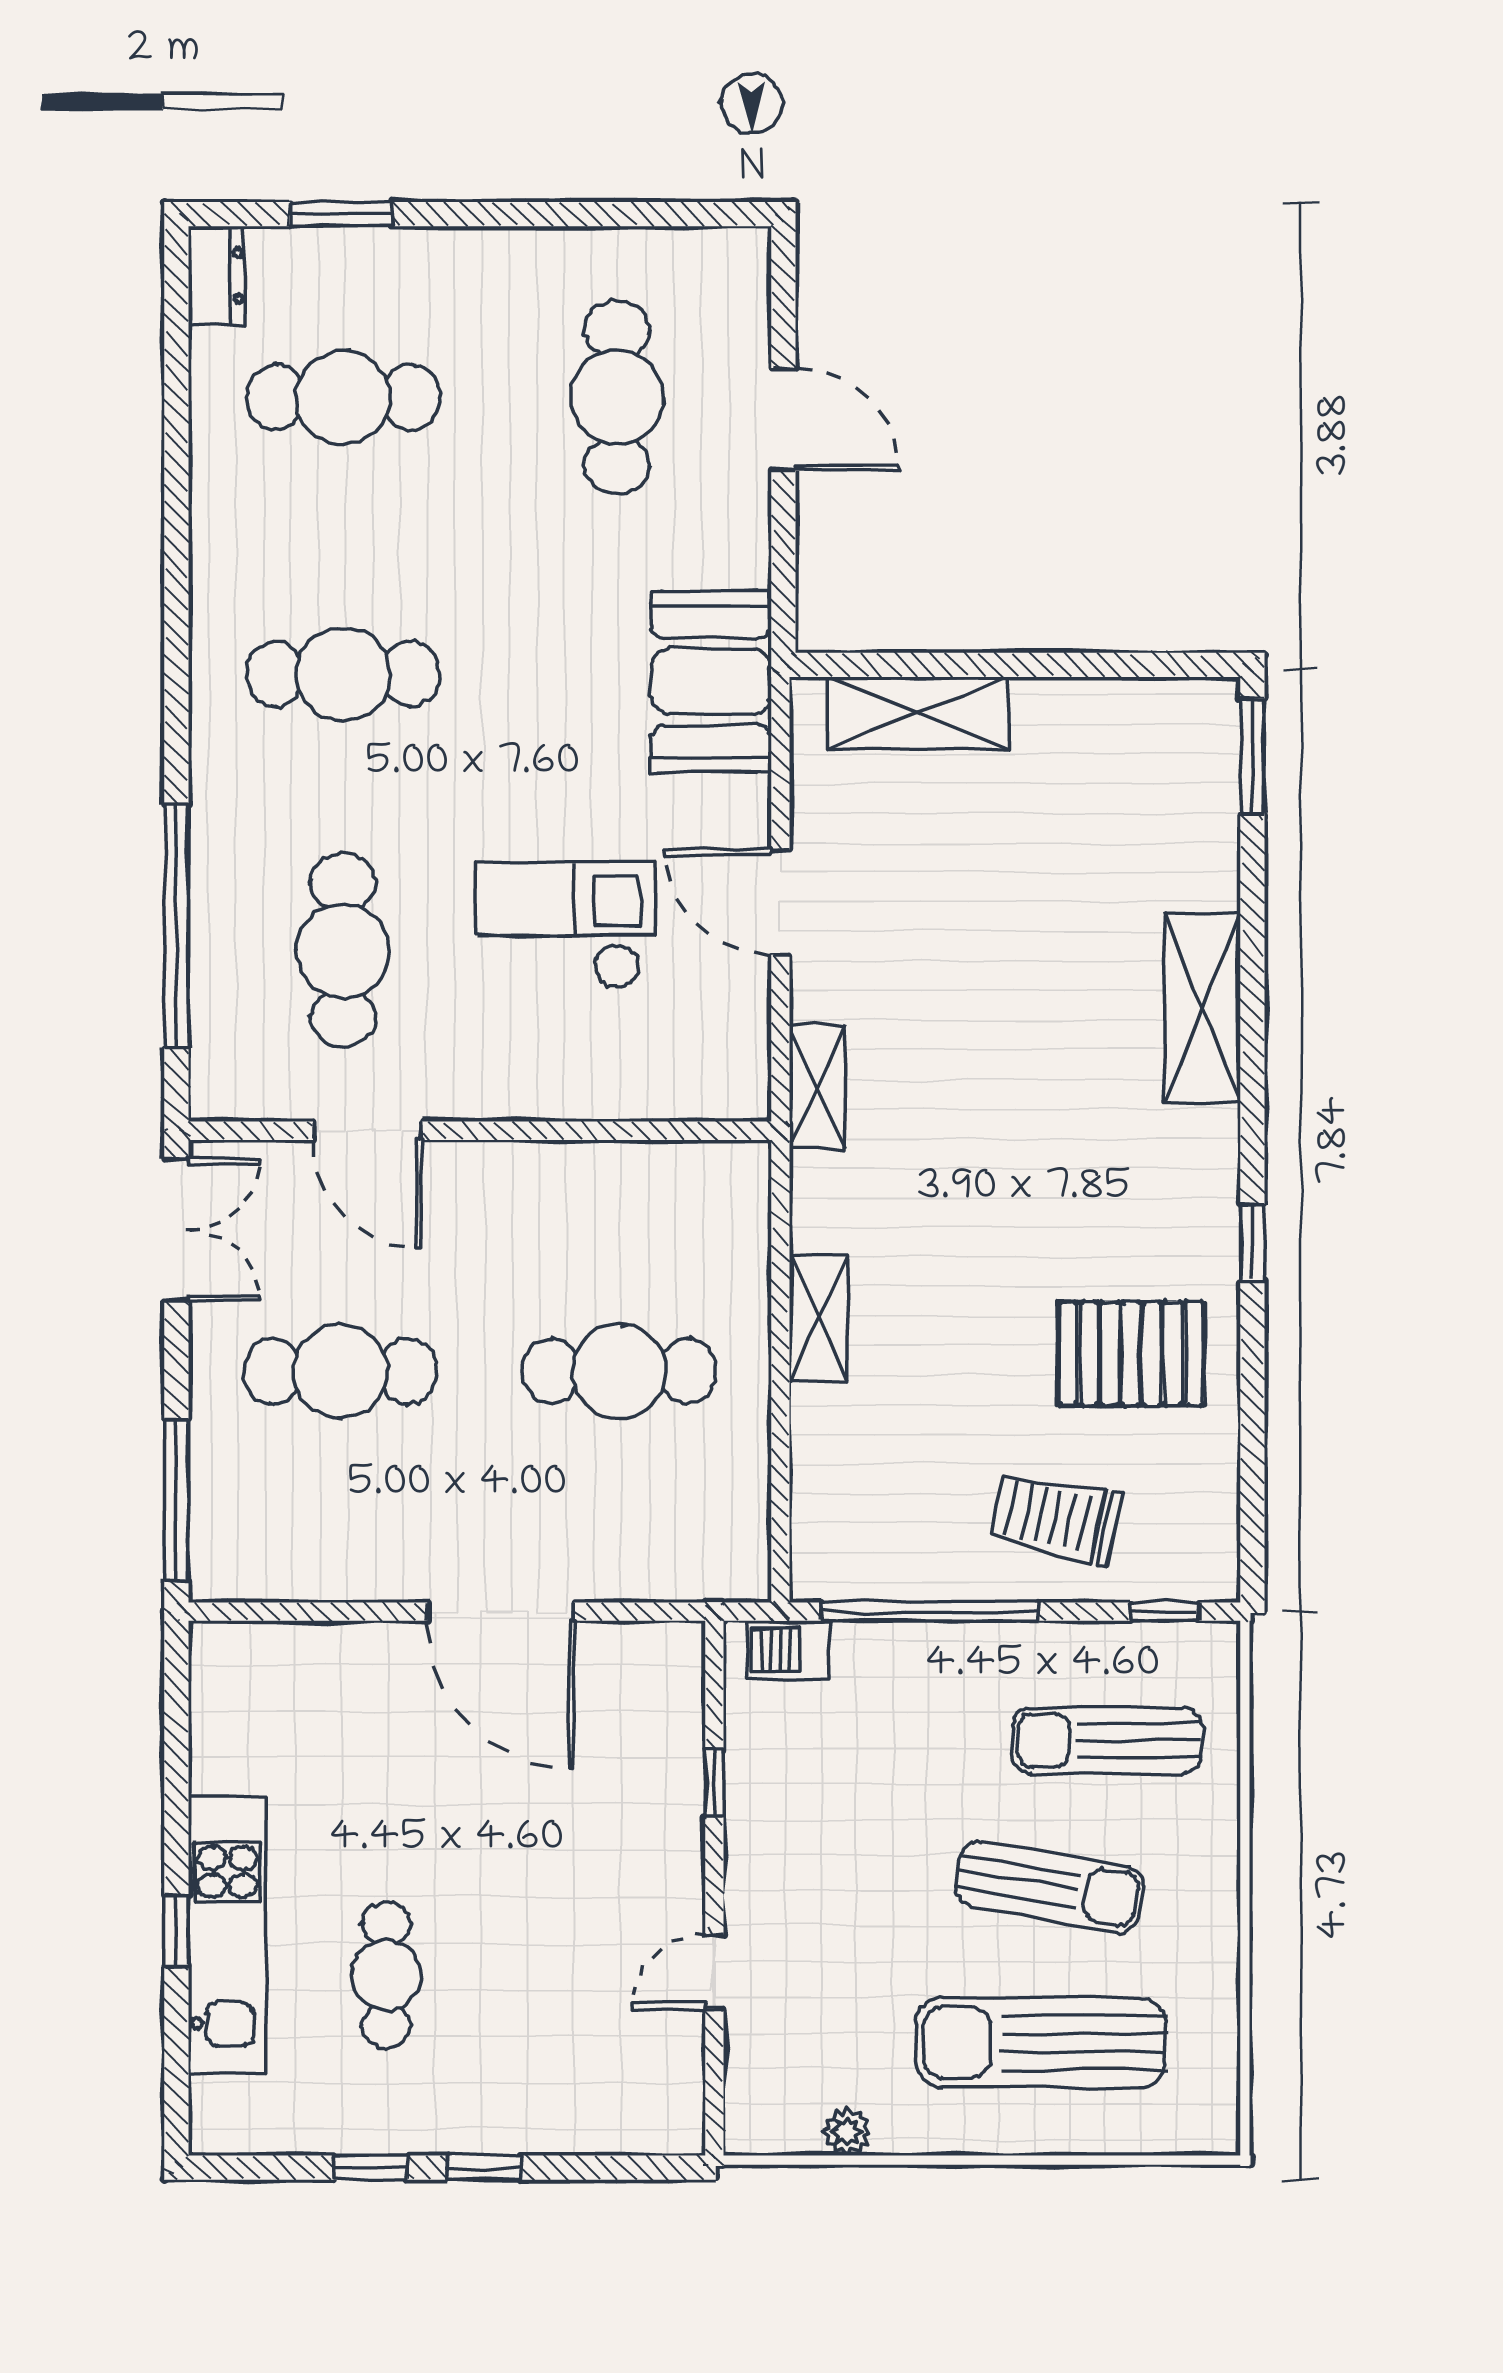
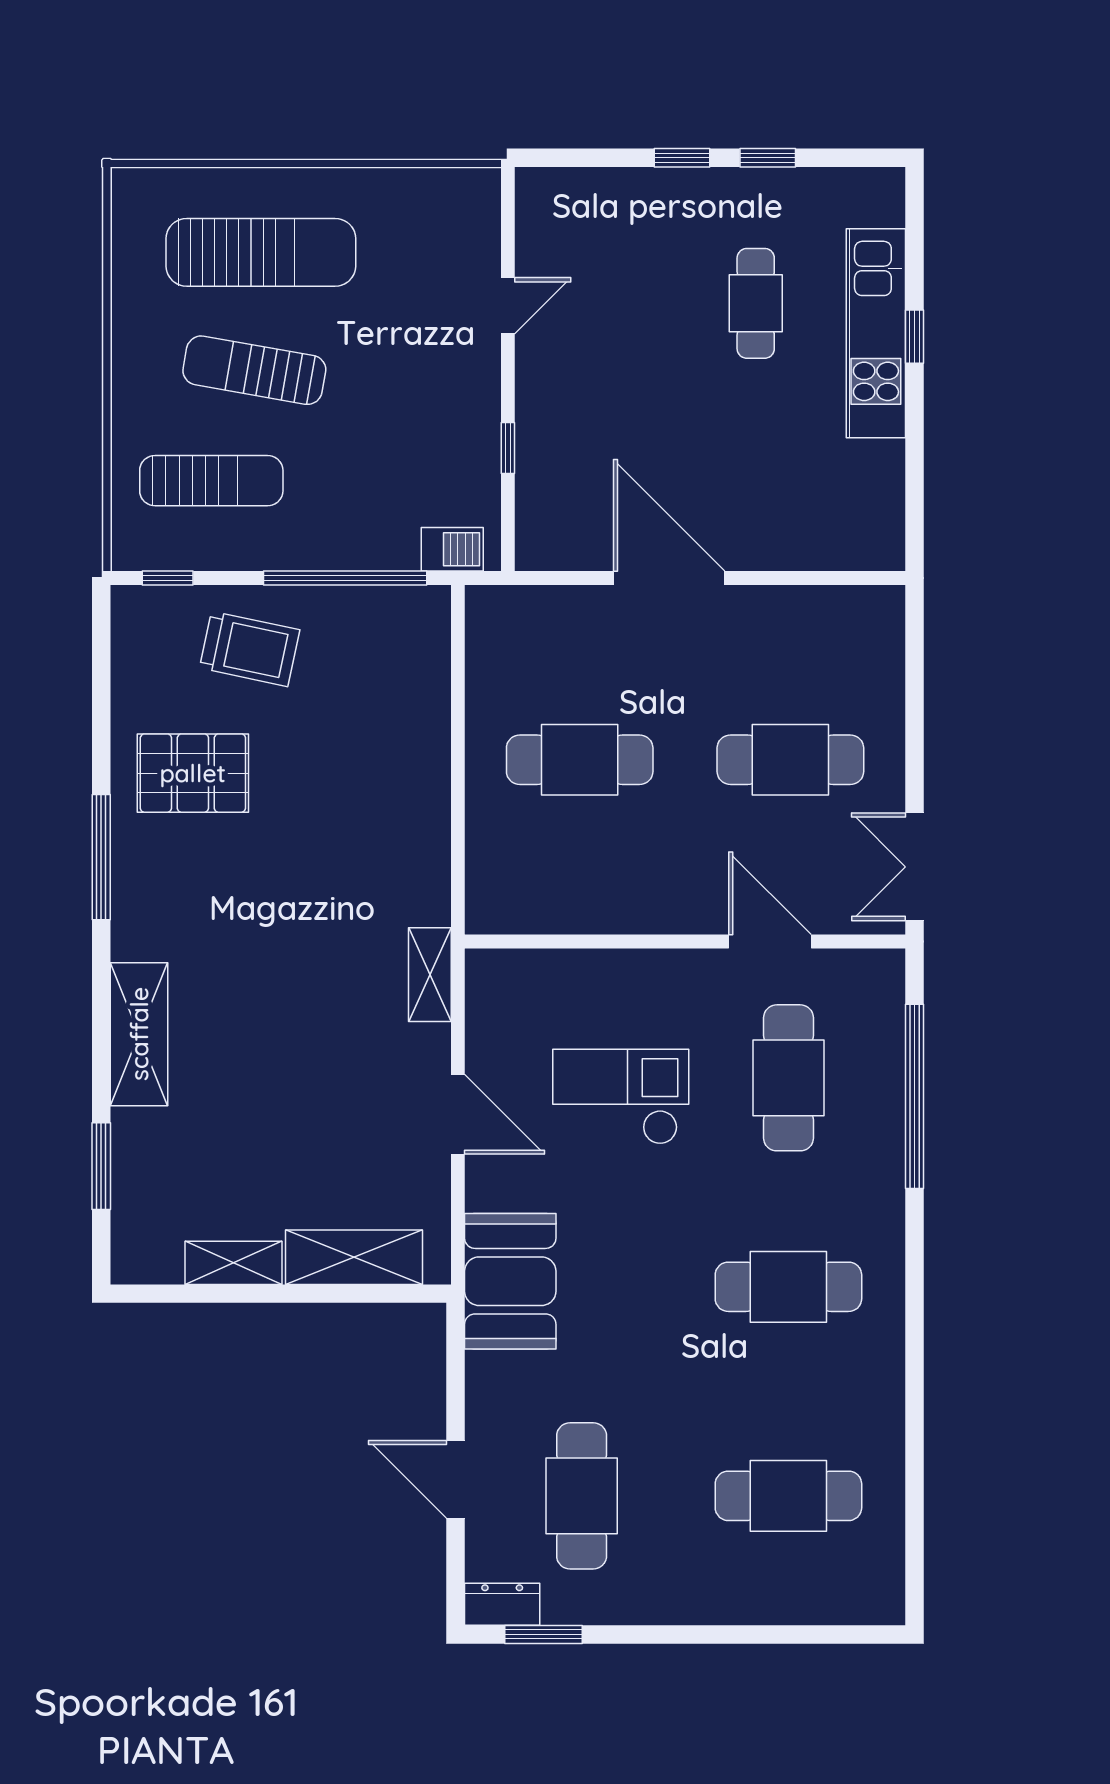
window: (340, 214) -> (544, 1634), moved
dresser: (216, 276) -> (502, 1604), moved, turned 90
window: (1252, 756) -> (101, 1166), moved
checkout: (565, 925) -> (621, 1097), turned 180
window: (1252, 1242) -> (101, 857), width x2.17
shelving: (818, 1318) -> (234, 1263), moved, turned 90
window: (176, 1500) -> (914, 662), removed
plant: (847, 2132) -> (408, 185), removed

